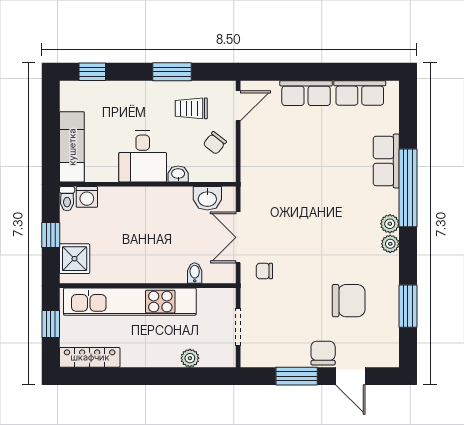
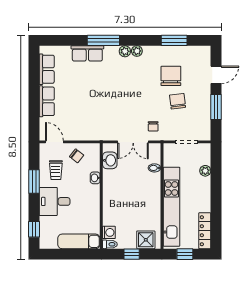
desk: (143, 156) -> (55, 201), moved, turned 180
window: (408, 188) -> (103, 40), width x0.68
chair: (323, 353) -> (178, 101), moved, turned 83

